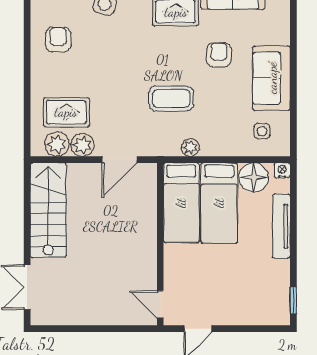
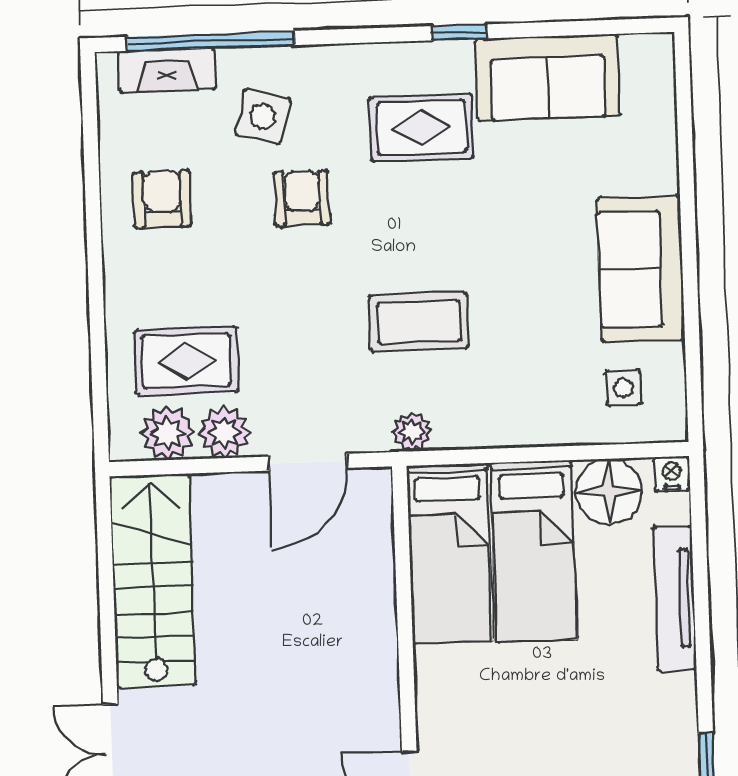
armchair: (219, 55) -> (302, 198), moved
plant: (190, 147) -> (412, 432), moved

